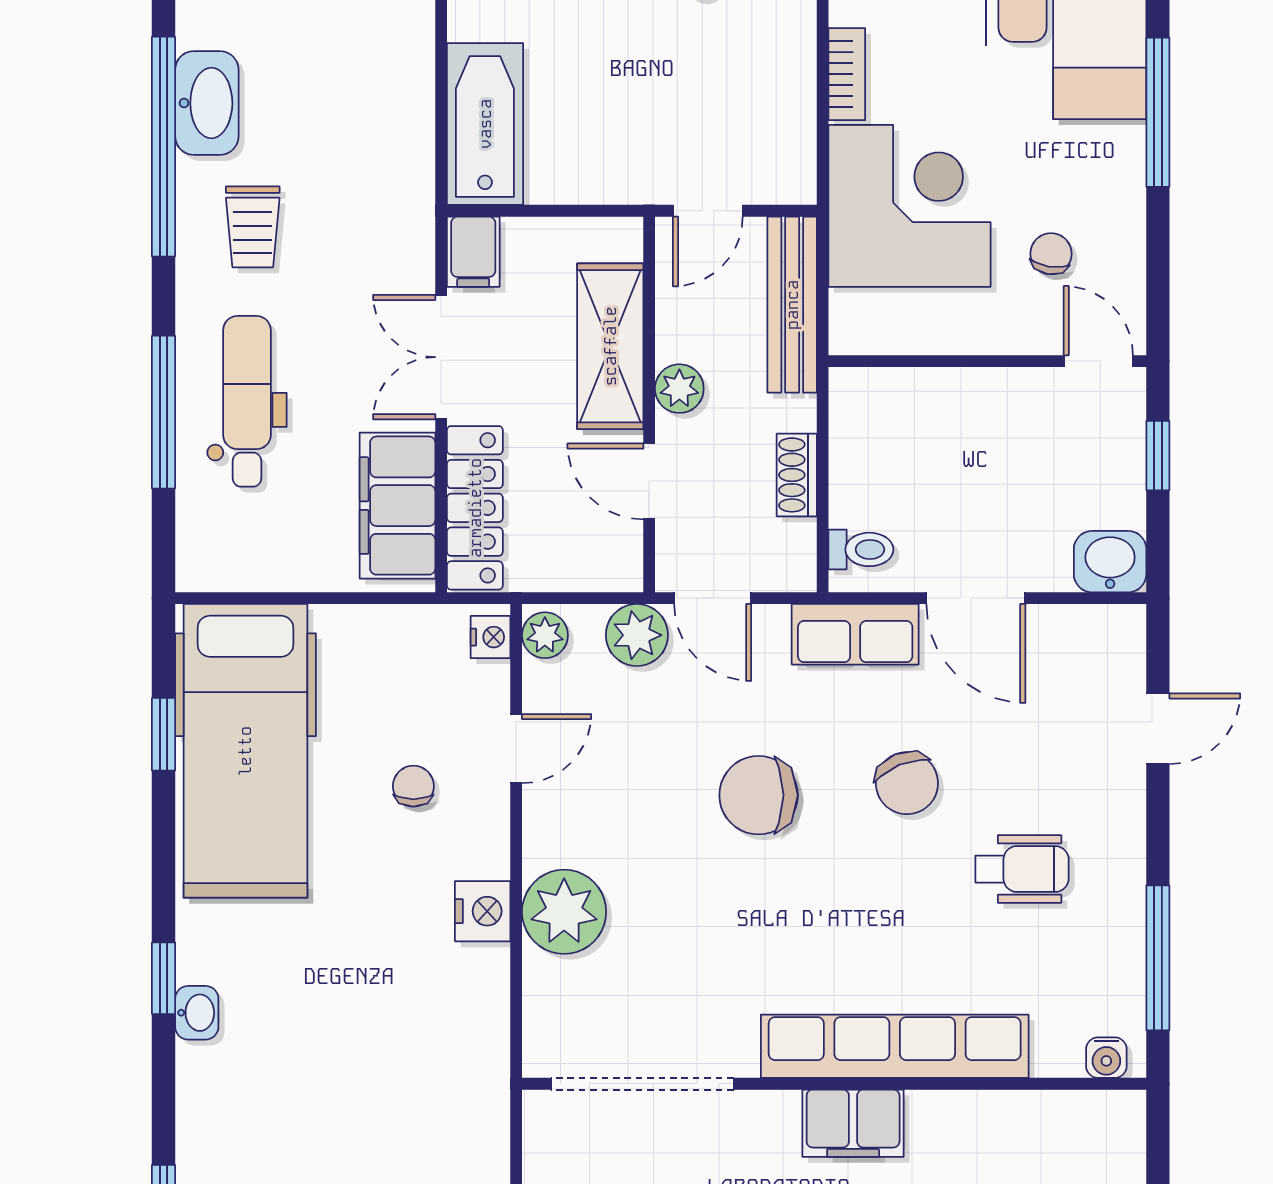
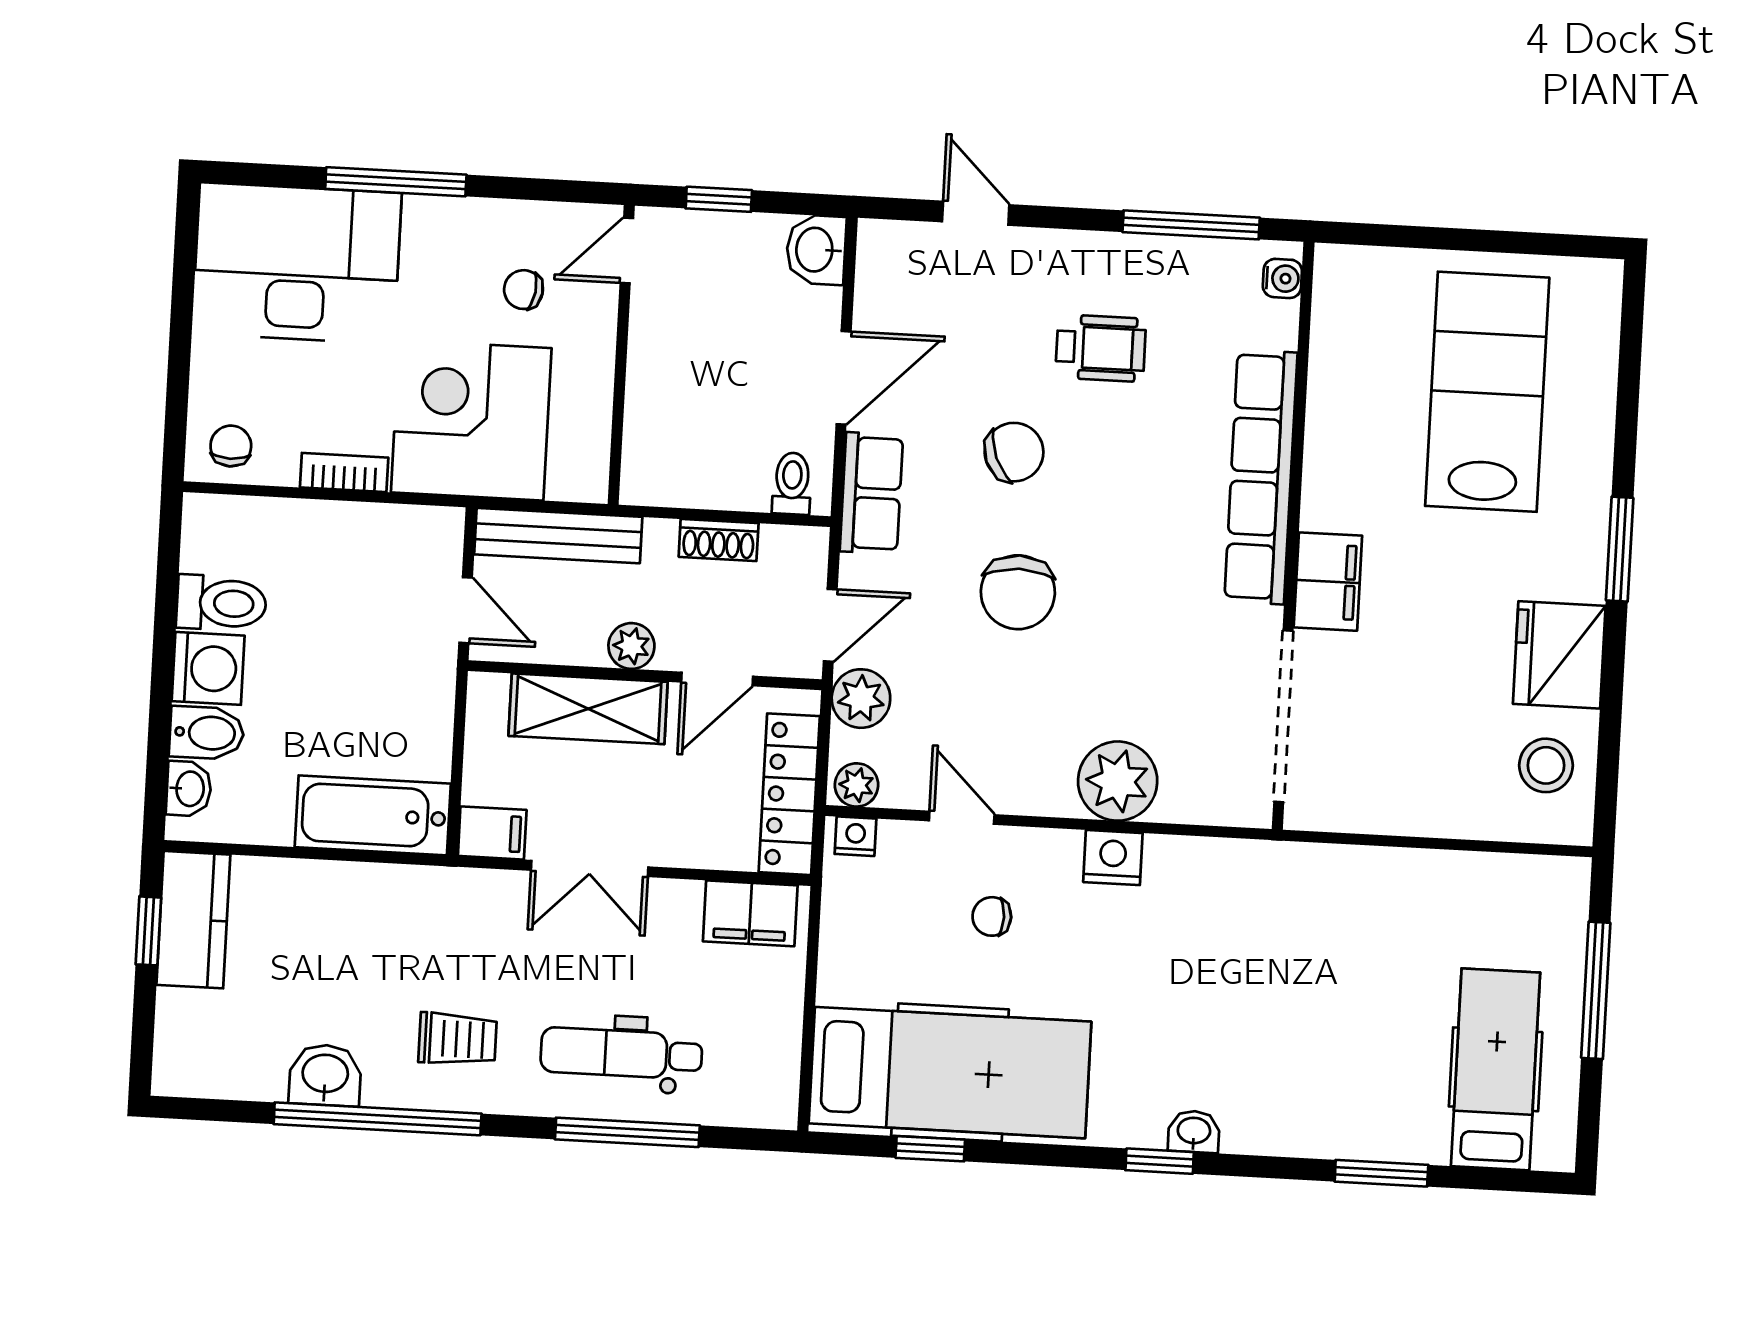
washbasin: (207, 103) -> (325, 1075), width x0.72
filing cabinet: (397, 506) -> (750, 913), width x0.67, depth x0.86
locker: (475, 508) -> (789, 794), moved, turned -90
wheelchair: (1022, 869) -> (1101, 348), turned 90
filing cabinet: (853, 1123) -> (1328, 582), moved

